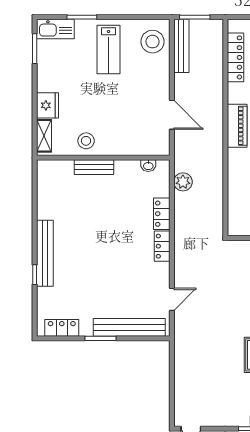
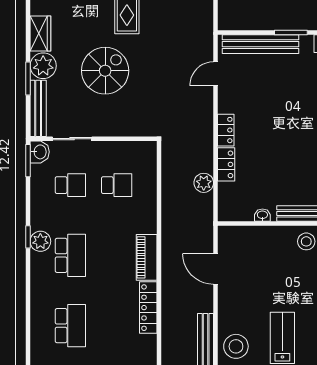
locker: (235, 57) -> (148, 308), moved
washbasin: (148, 166) -> (262, 215), moved
plant: (183, 182) -> (204, 183), moved

